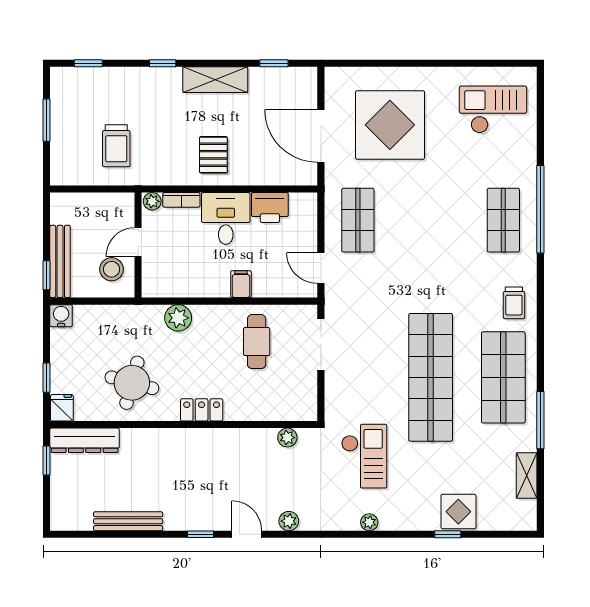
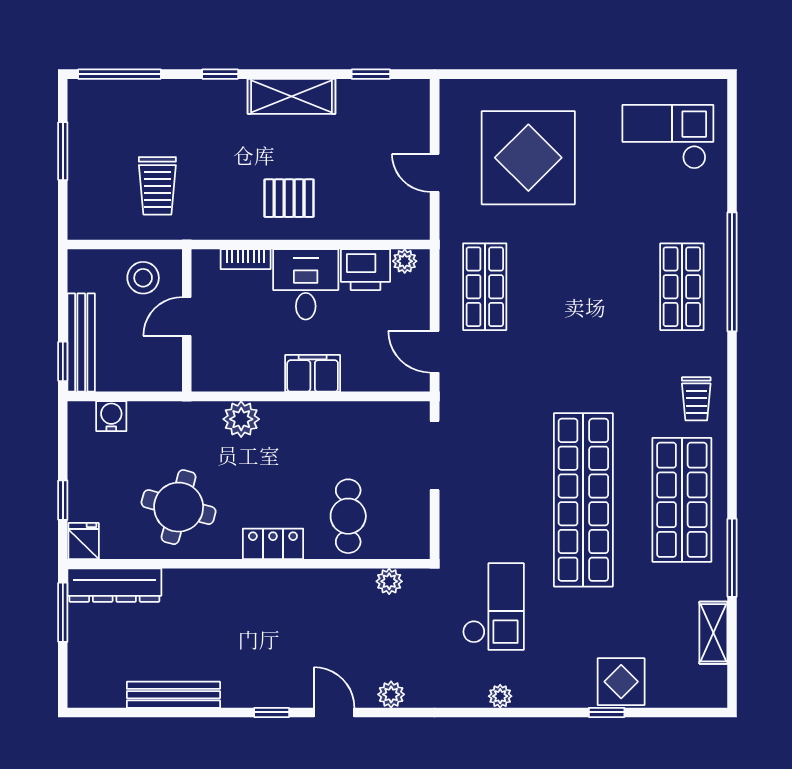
window: (88, 63) -> (119, 74), width x2.17
door: (321, 136) -> (435, 173), width x0.53
pallet: (213, 155) -> (289, 198), turned 90
plant: (152, 201) -> (405, 261), moved
stool: (112, 269) -> (143, 278), moved
filing cabinet: (241, 284) -> (313, 373), width x2.00
water cooler: (61, 316) -> (111, 416), moved
cafe table: (257, 342) -> (348, 516), moved
window: (47, 460) -> (63, 612), width x1.50

